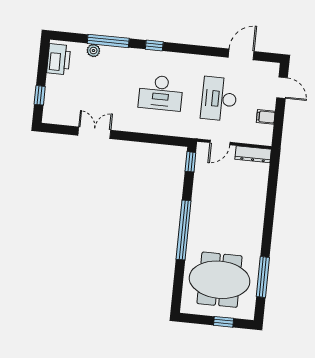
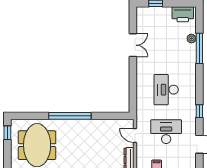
window: (154, 46) -> (199, 111), moved
window: (190, 162) -> (119, 116), removed
window: (224, 322) -> (7, 133), moved

